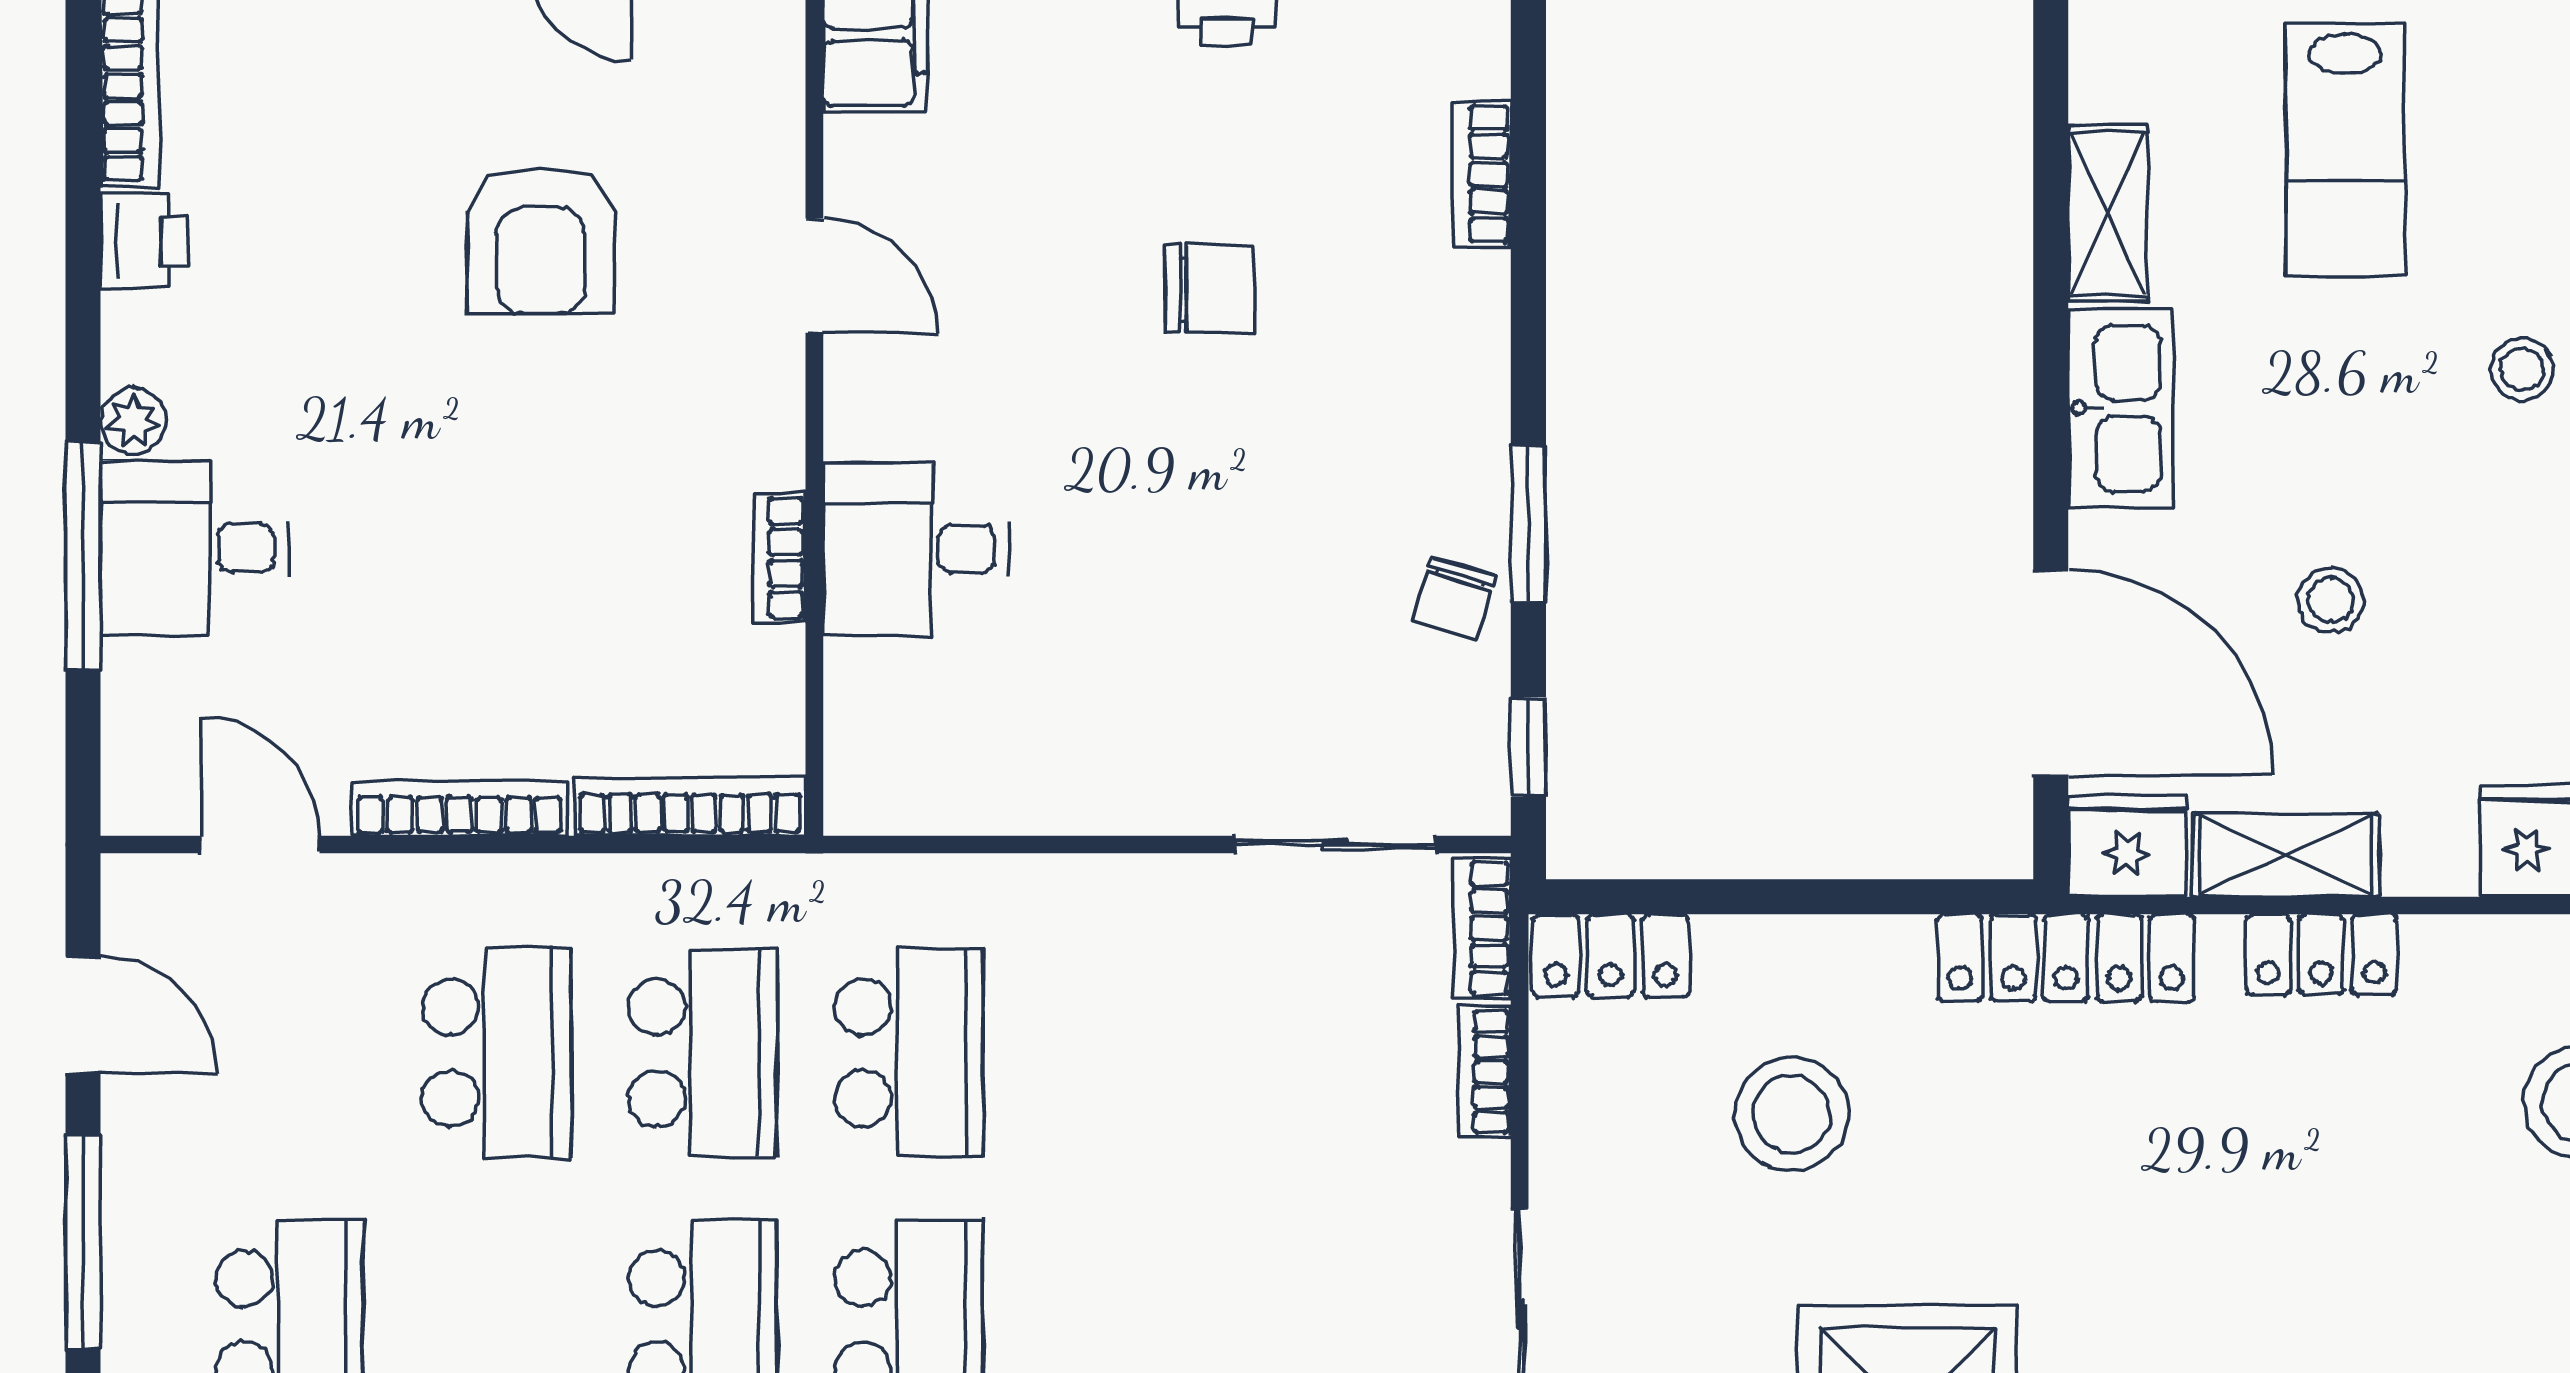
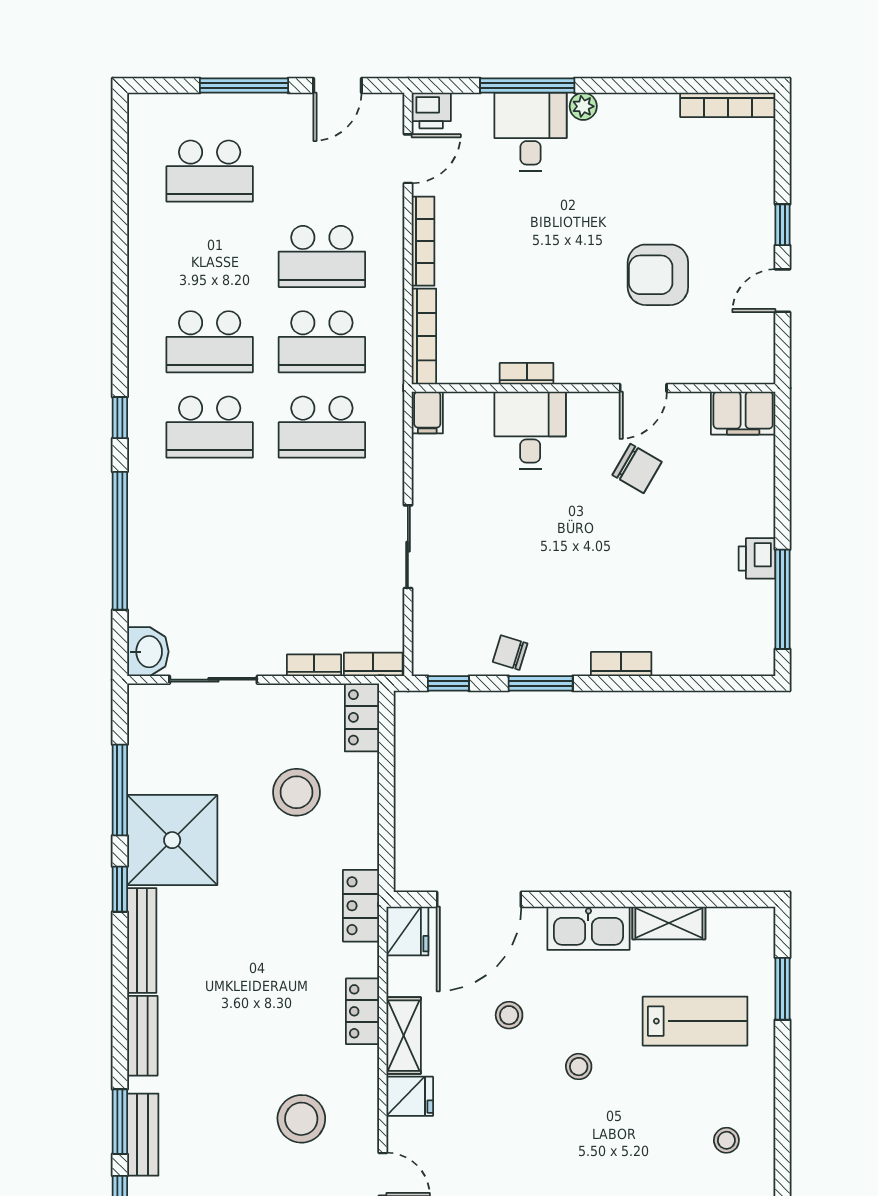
lab bench: (2345, 150) -> (695, 1021), turned 180
bookcase: (1482, 174) -> (621, 664), moved
printer: (144, 241) -> (431, 111), moved
chair: (1210, 289) -> (637, 468), moved, turned -60
stool: (2522, 369) -> (579, 1067), moved
filing cabinet: (874, 798) -> (427, 413), added
sliding door: (1335, 845) -> (408, 547), moved
shelving: (2286, 855) -> (404, 1036), moved
locker: (2066, 958) -> (361, 906), width x0.66

